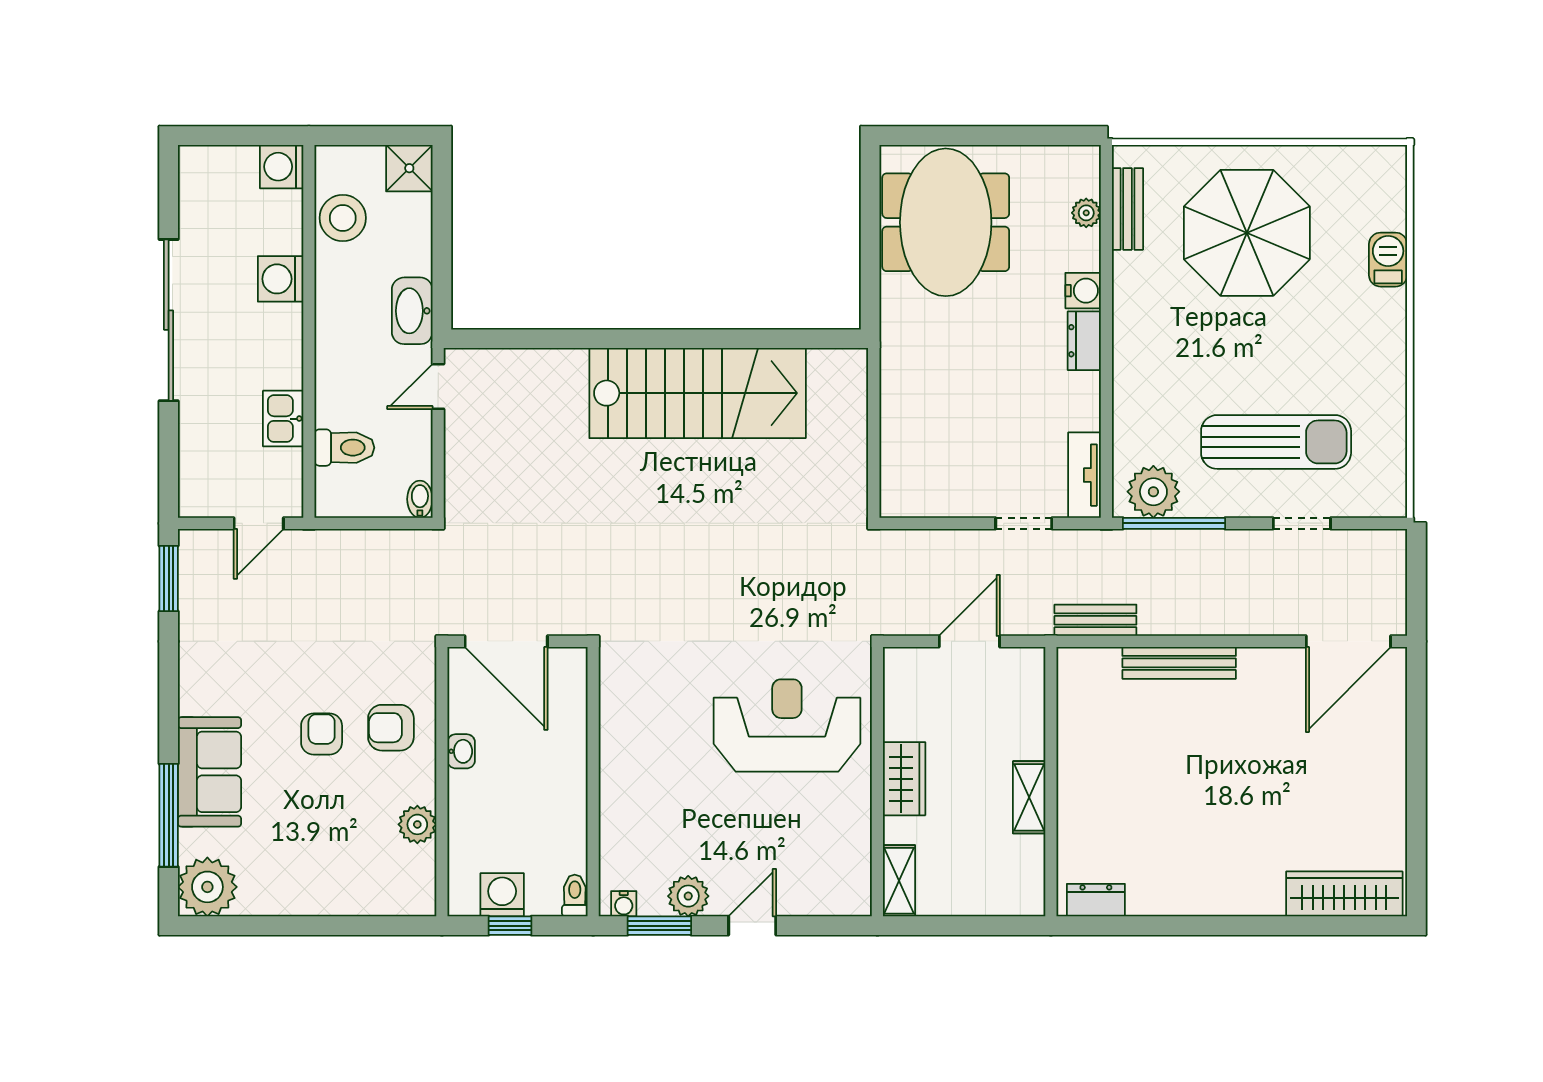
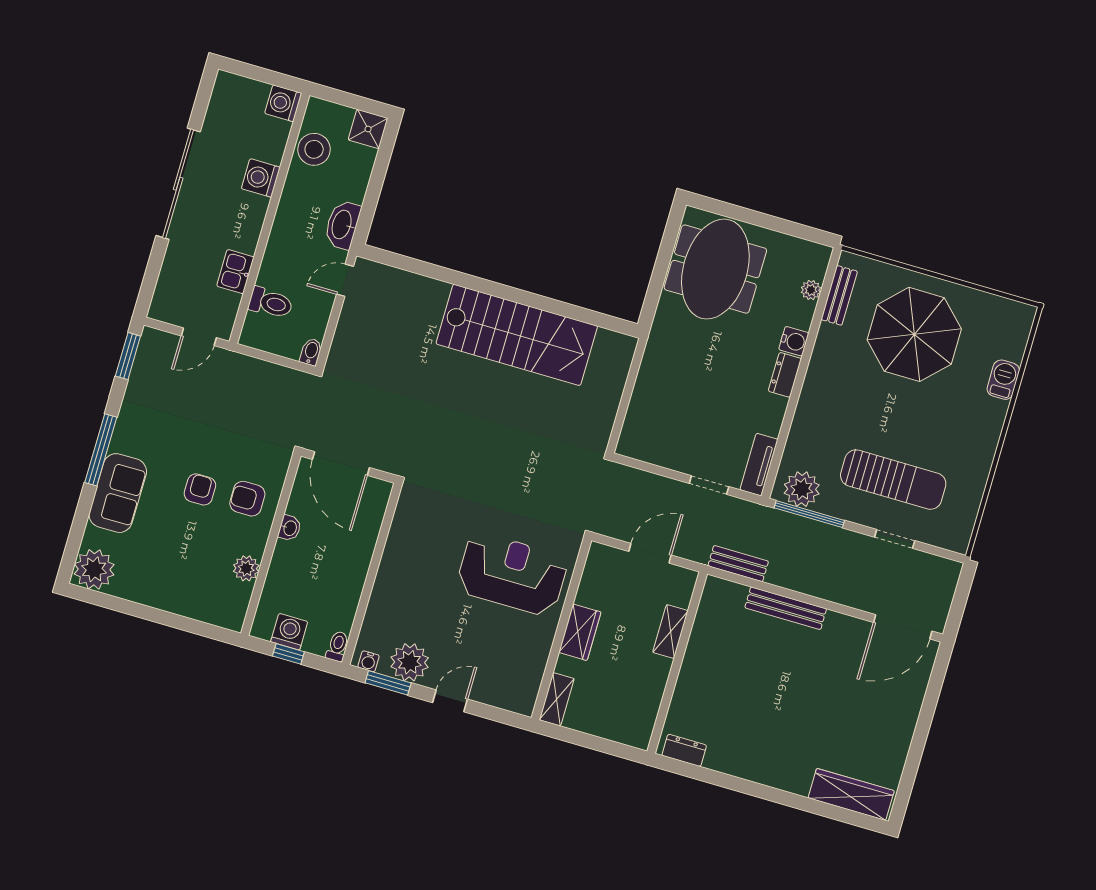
shelving: (1029, 797) -> (670, 632), moved
window: (169, 815) -> (101, 450), moved
plant: (688, 896) -> (410, 662), width x1.36, depth x1.36

